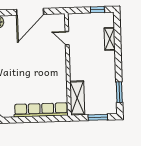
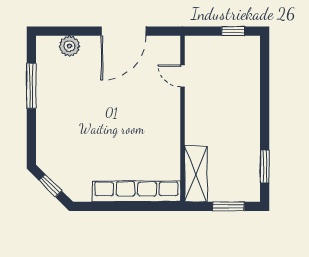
shelving: (110, 39) -> (252, 79), removed

